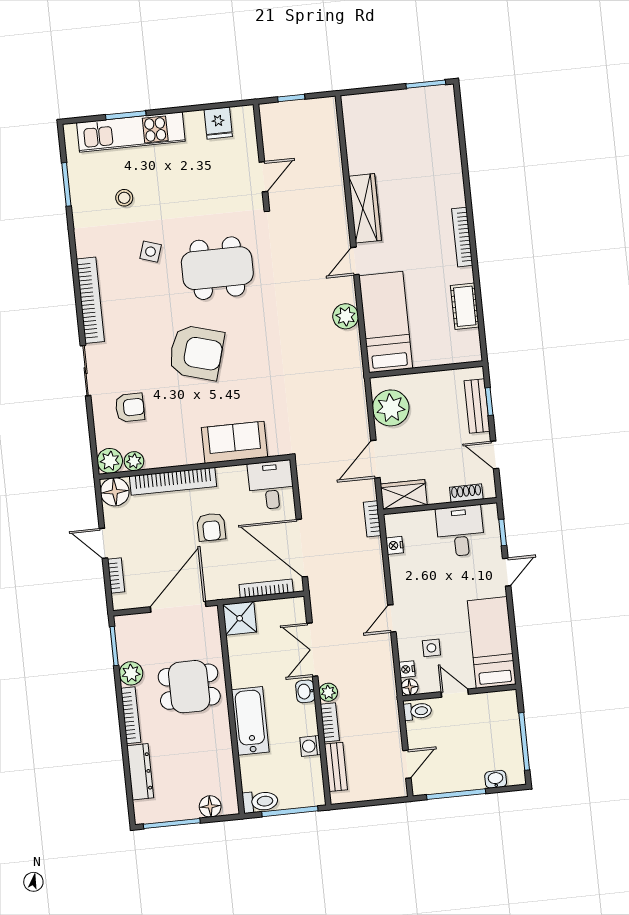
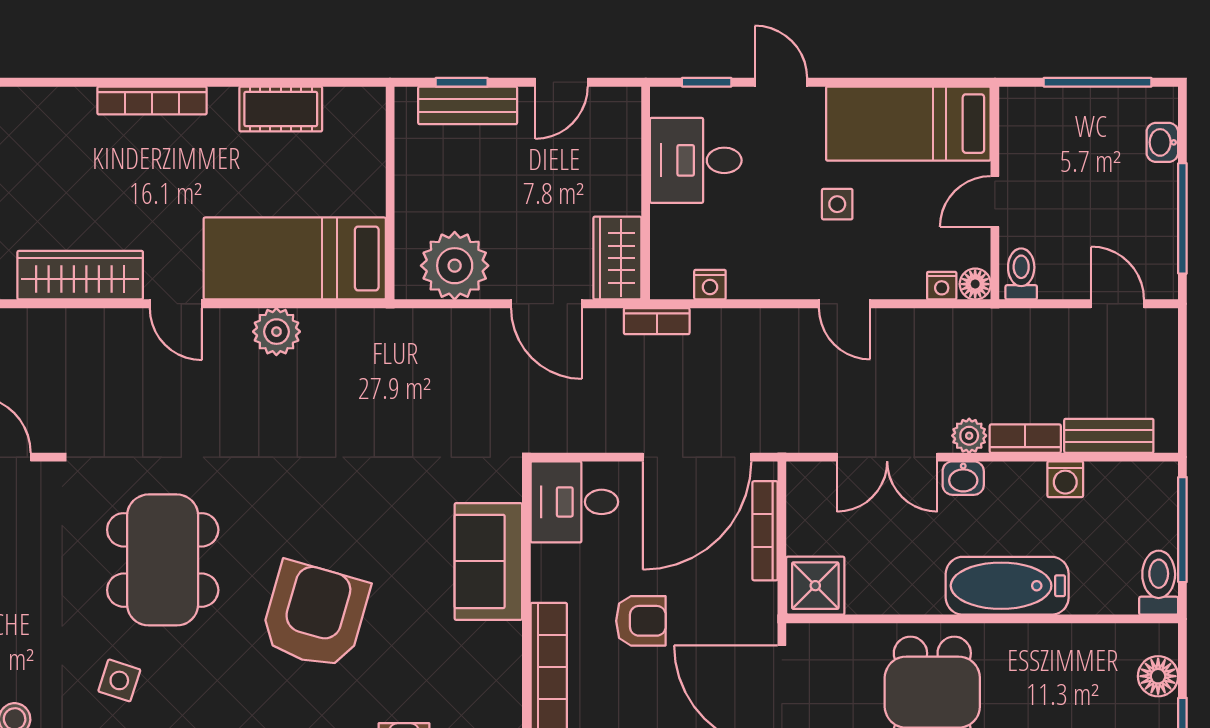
shoe rack: (466, 493) -> (627, 142), removed
side table: (431, 648) -> (837, 204), moved

